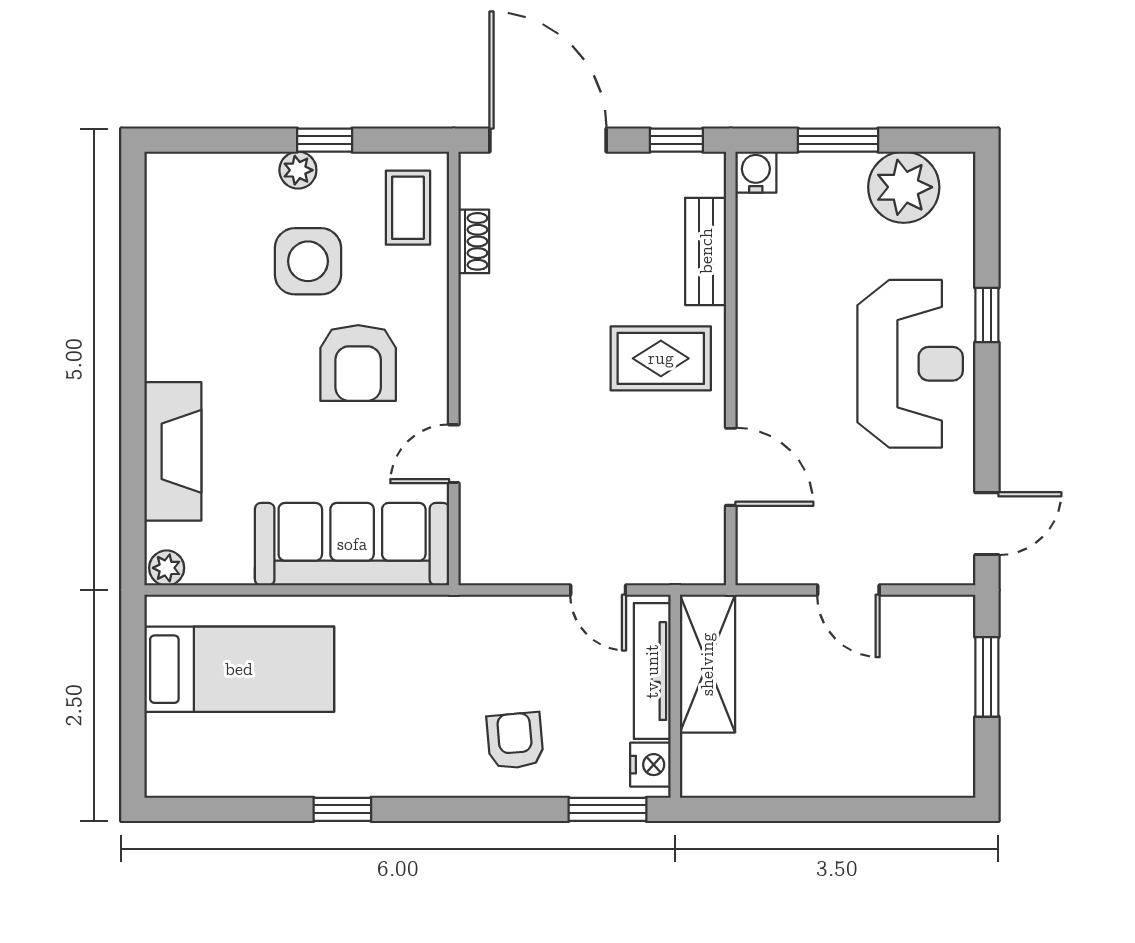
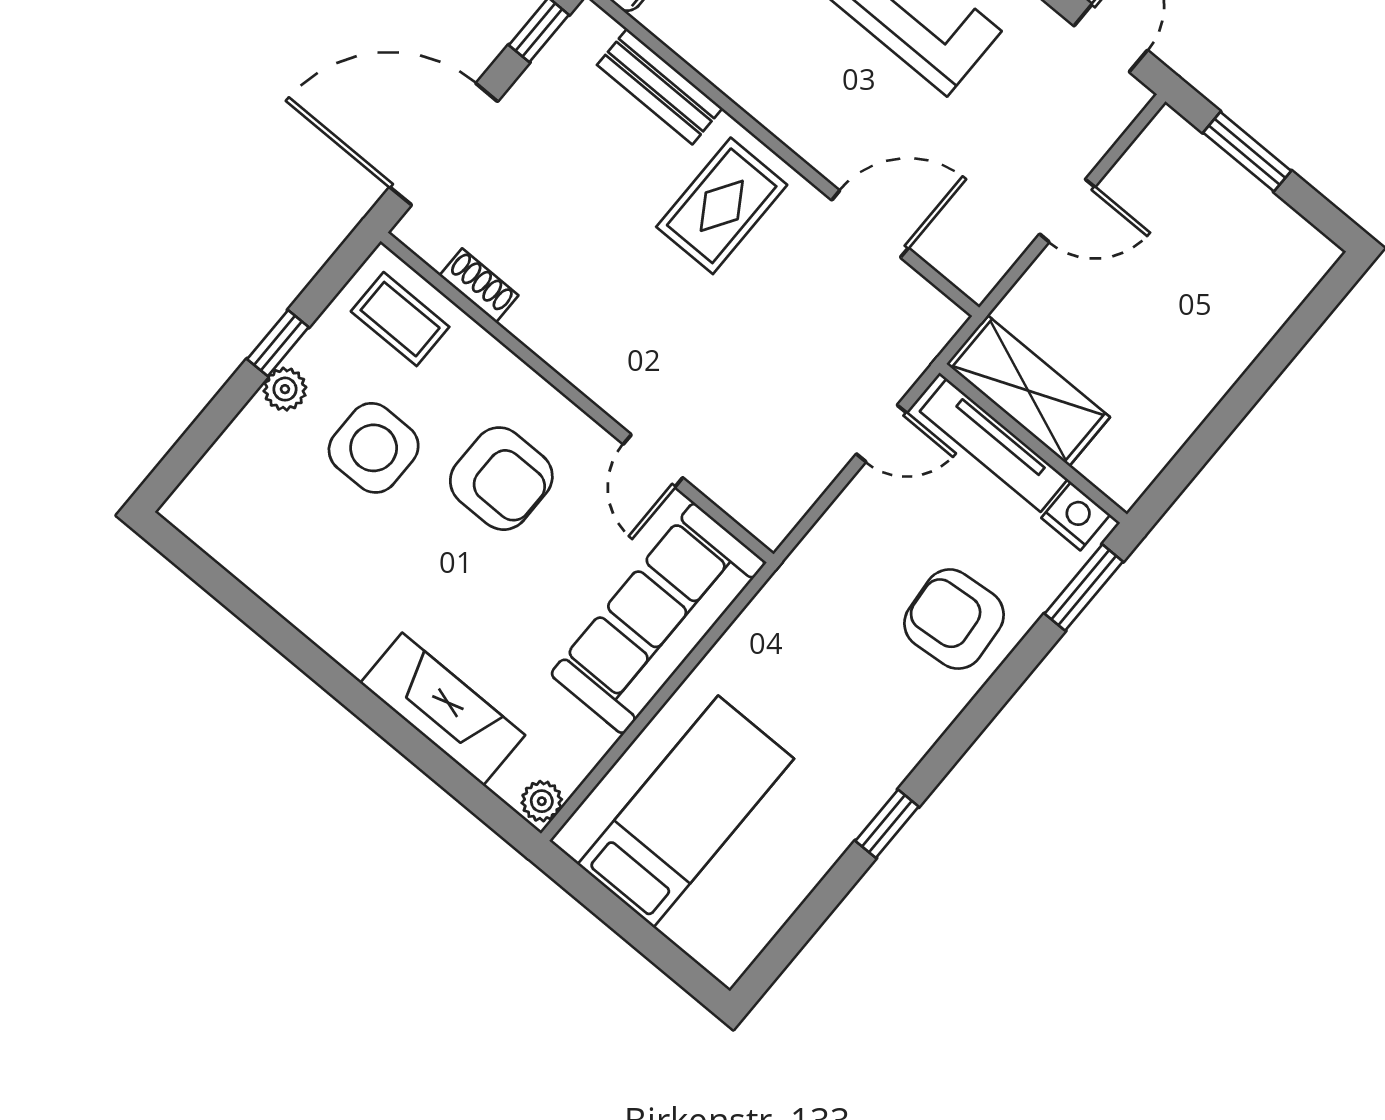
armchair: (515, 741) -> (954, 619), width x1.38, depth x1.38

